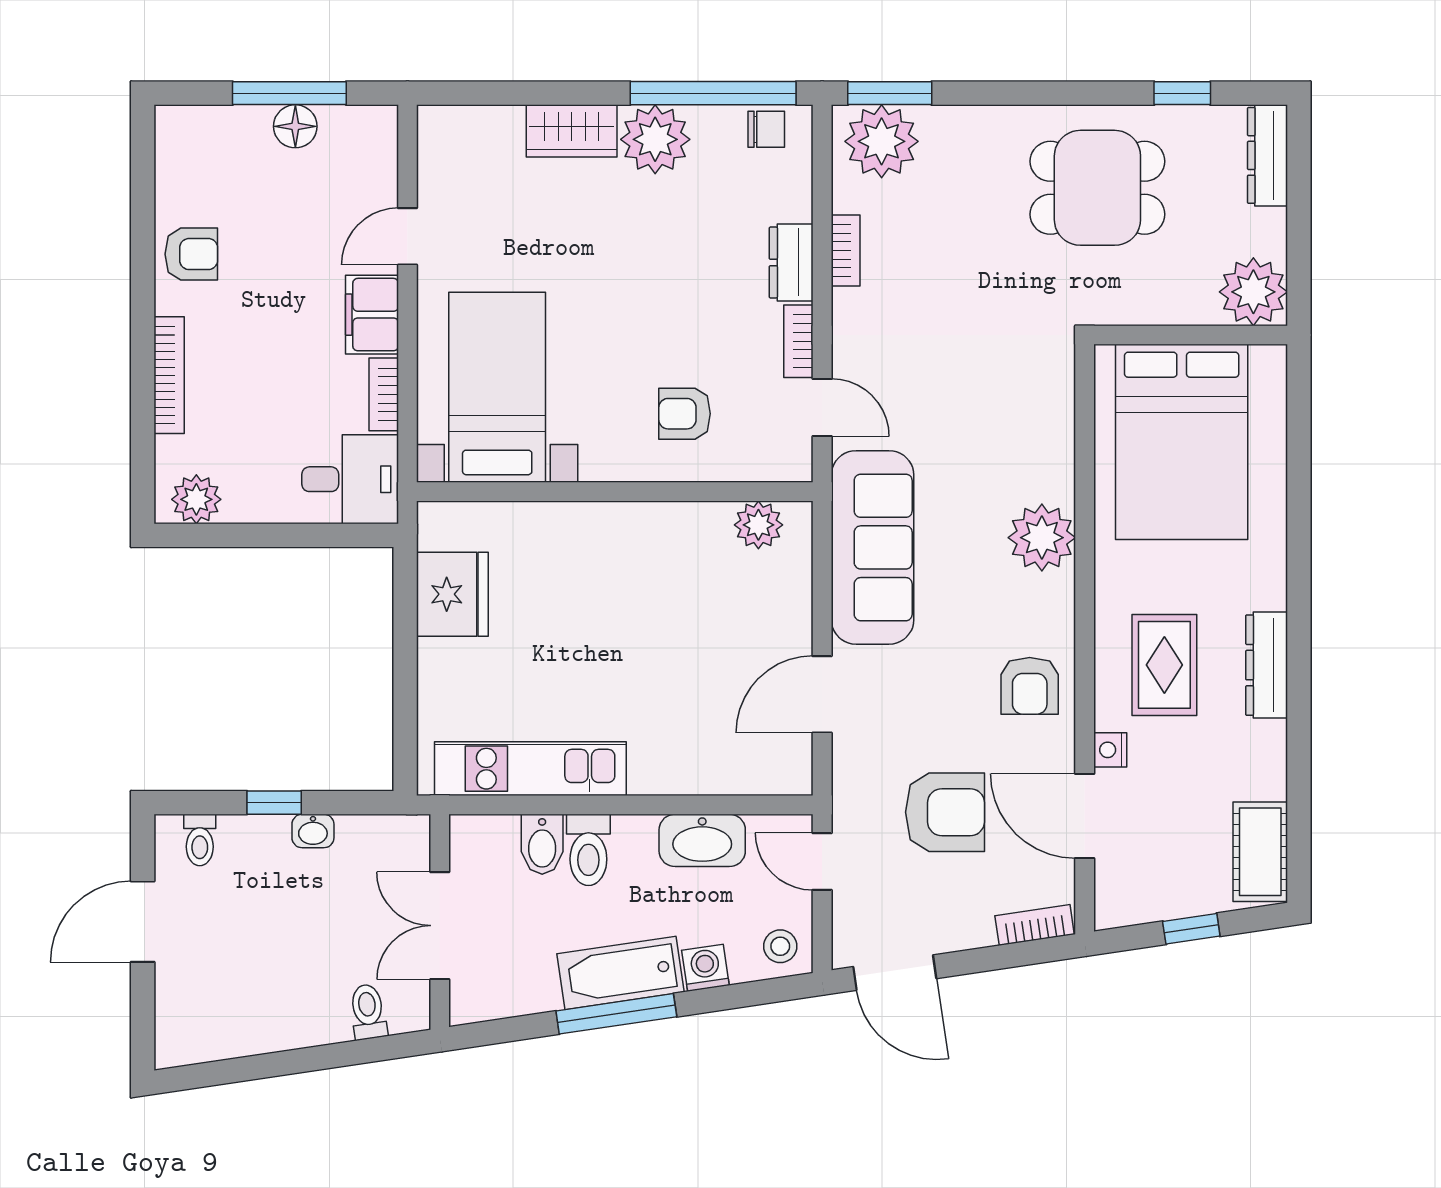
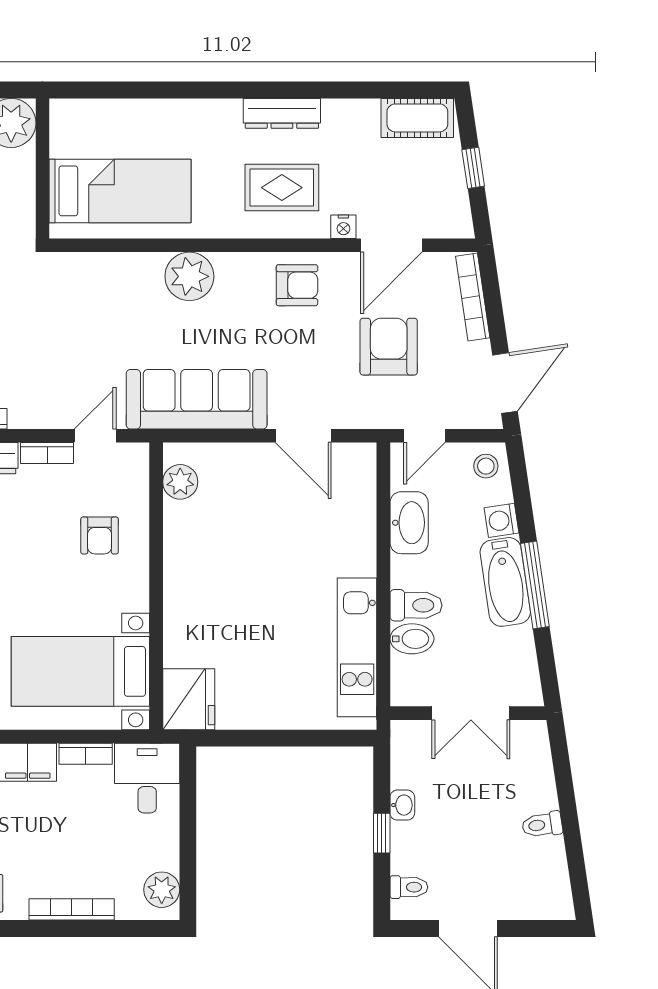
bed: (1182, 442) -> (120, 191), width x0.67
fridge: (452, 594) -> (189, 699), moved, turned 90
bookcase: (1035, 925) -> (473, 297), width x1.56
toilet: (368, 1012) -> (542, 825), moved

